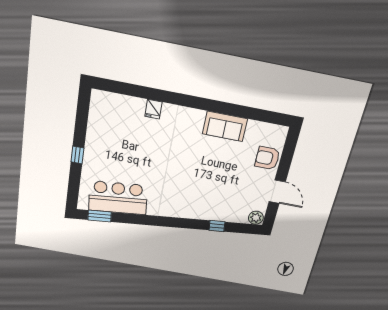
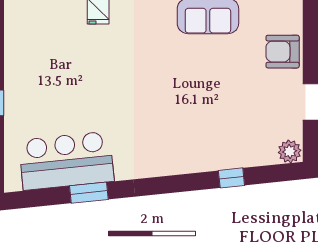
window: (100, 216) -> (89, 193), moved

